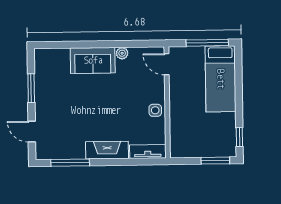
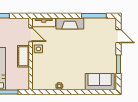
sofa: (93, 60) -> (100, 82), moved
door: (167, 64) -> (31, 35), moved
cot: (178, 99) -> (23, 56), added

